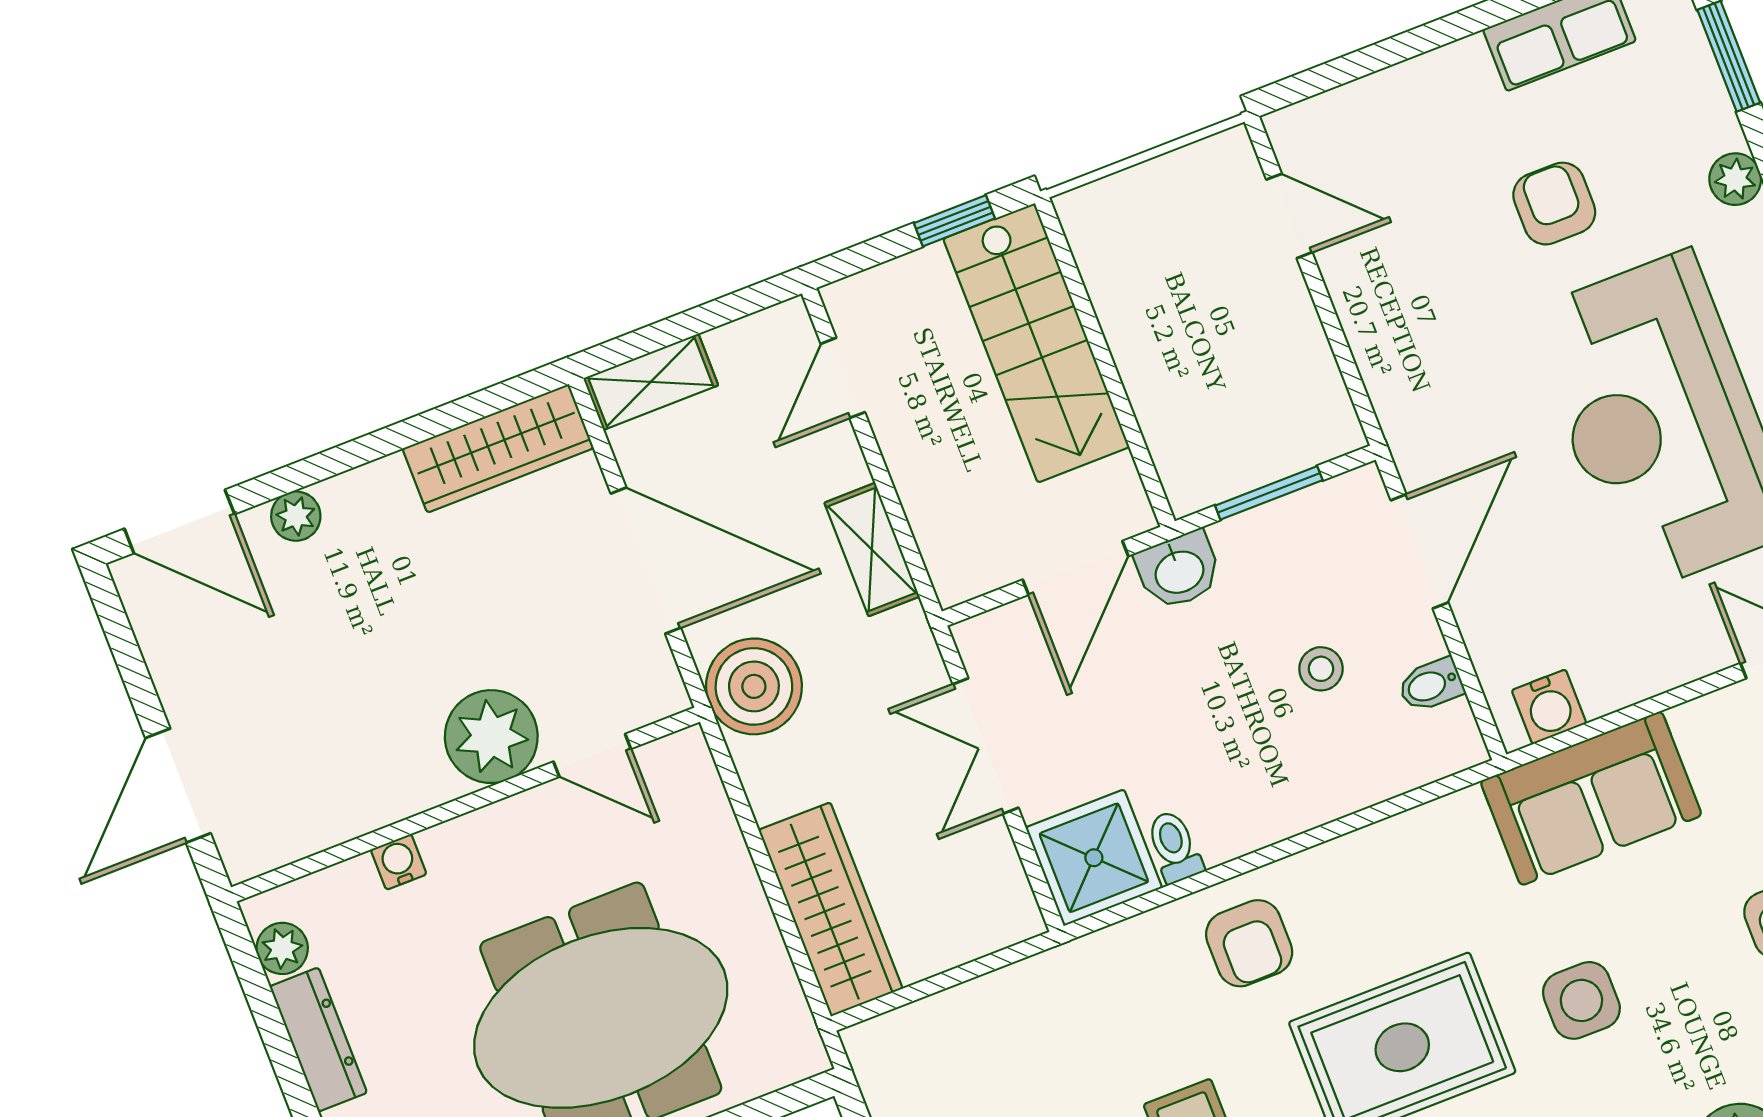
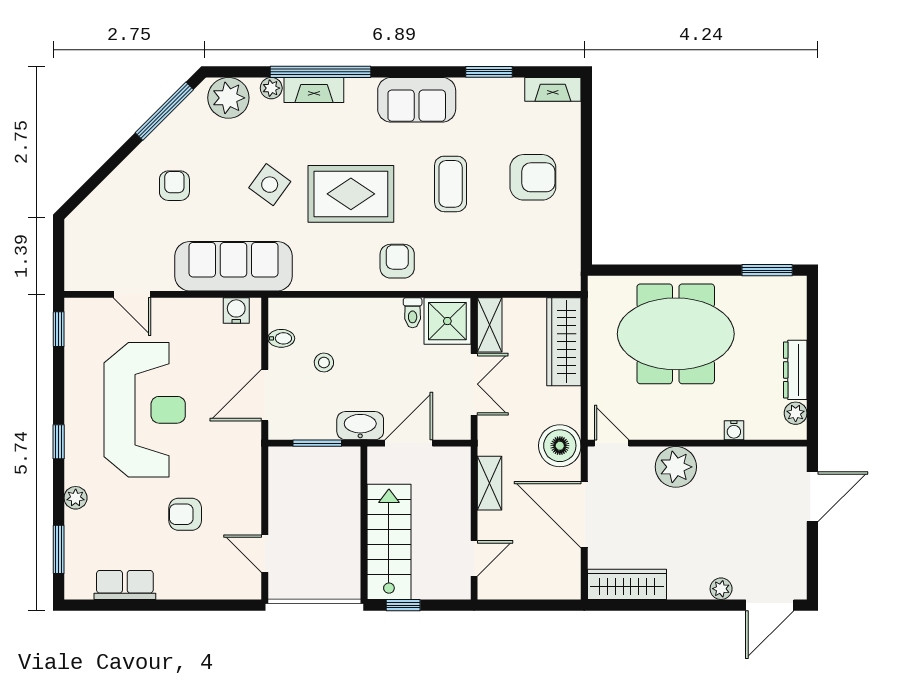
armchair: (1554, 204) -> (185, 514), moved, turned 90
shelving: (651, 382) -> (490, 325), moved, turned 90
door: (179, 521) -> (770, 605), swing flipped
washbasin: (1179, 570) -> (360, 426), width x1.38
door: (592, 755) -> (612, 443), moved
sofa: (1591, 798) -> (234, 266), width x1.36
side table: (1581, 1000) -> (270, 185), turned 36

